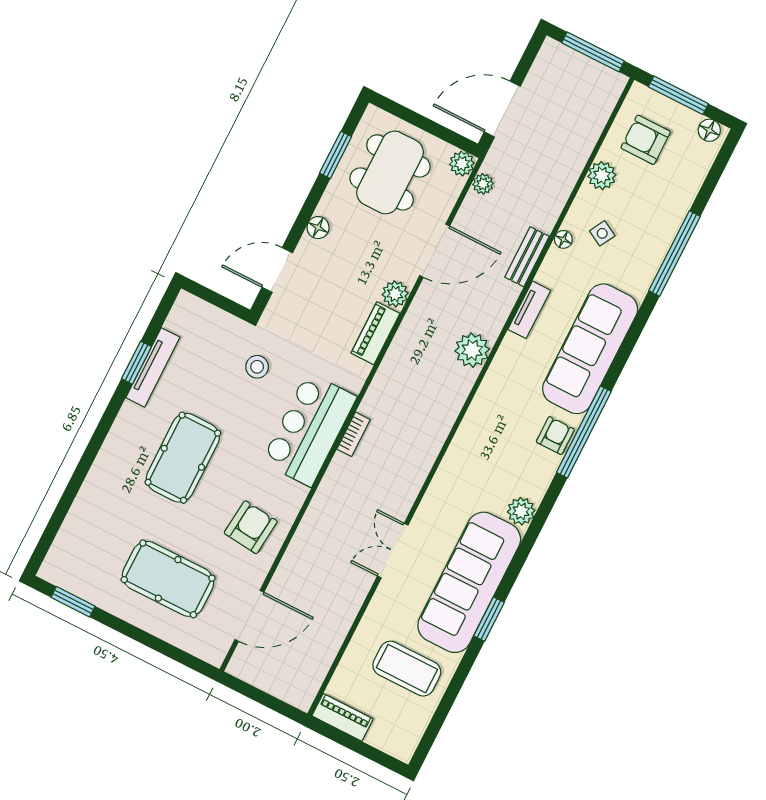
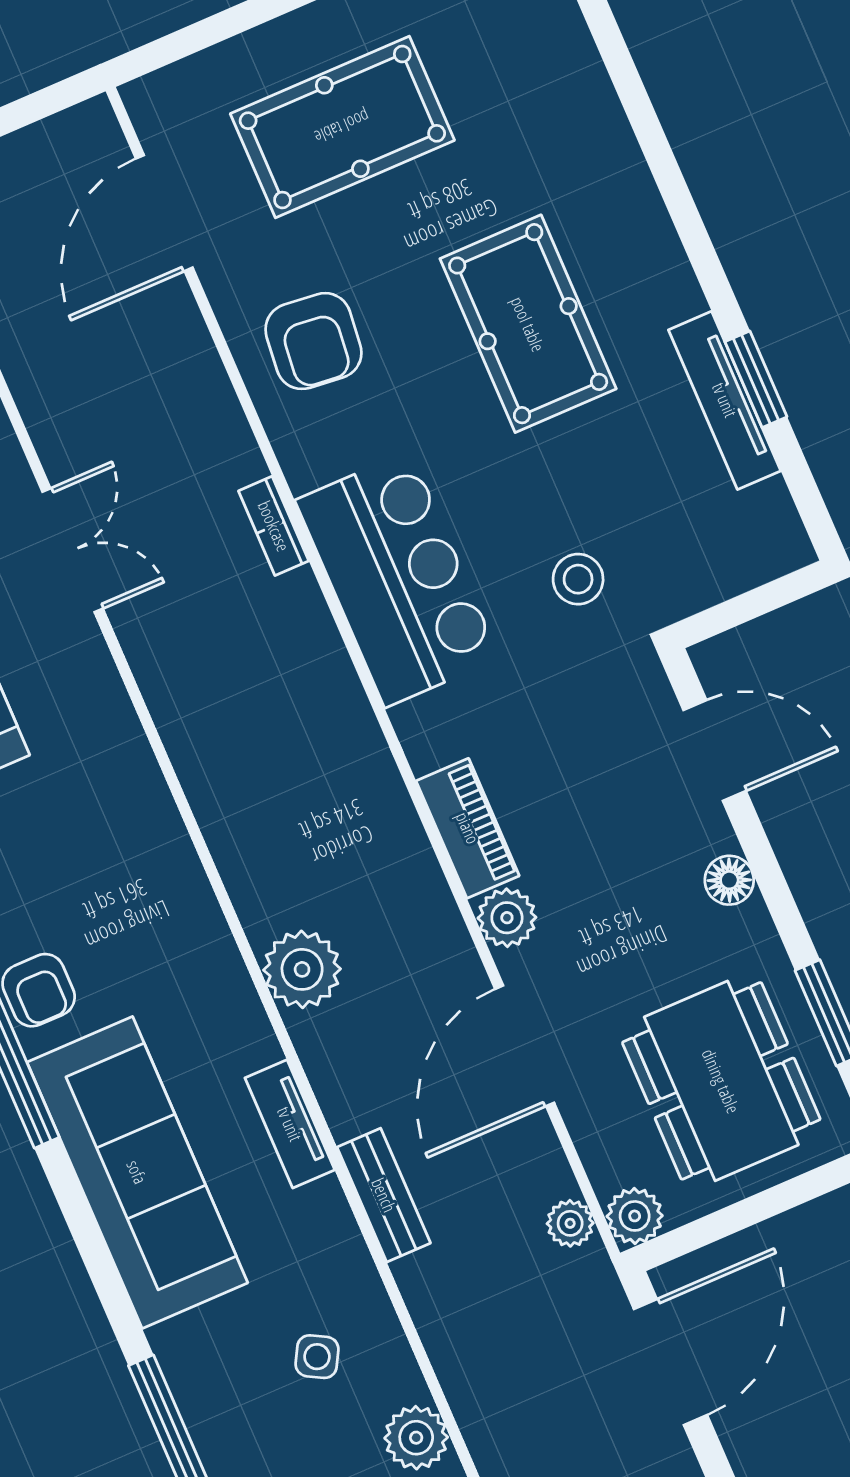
floor lamp: (563, 239) -> (362, 1282), removed
door: (277, 270) -> (715, 750), hinge flipped
bookcase: (353, 434) -> (274, 526), moved

